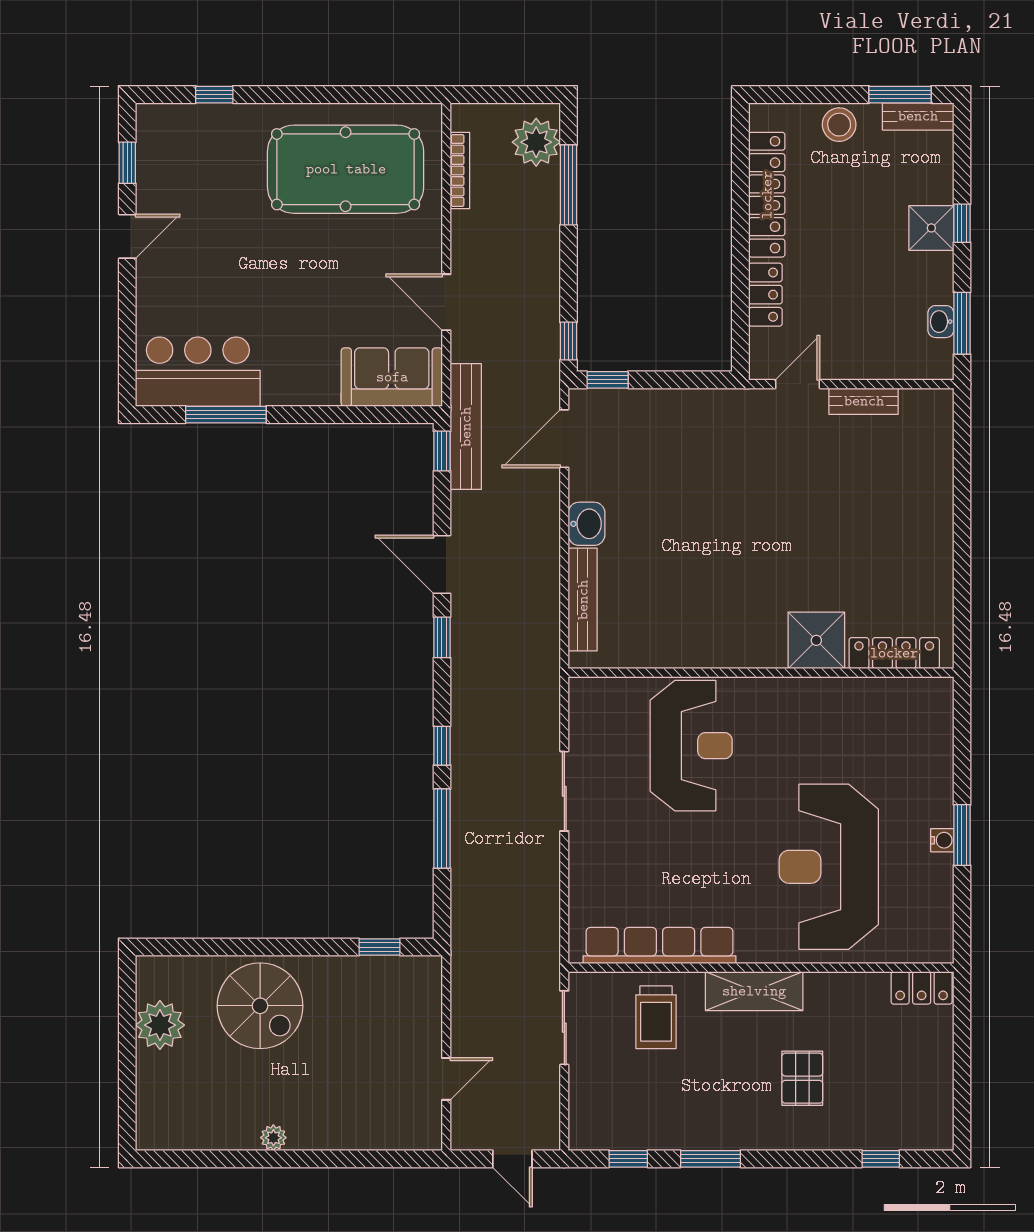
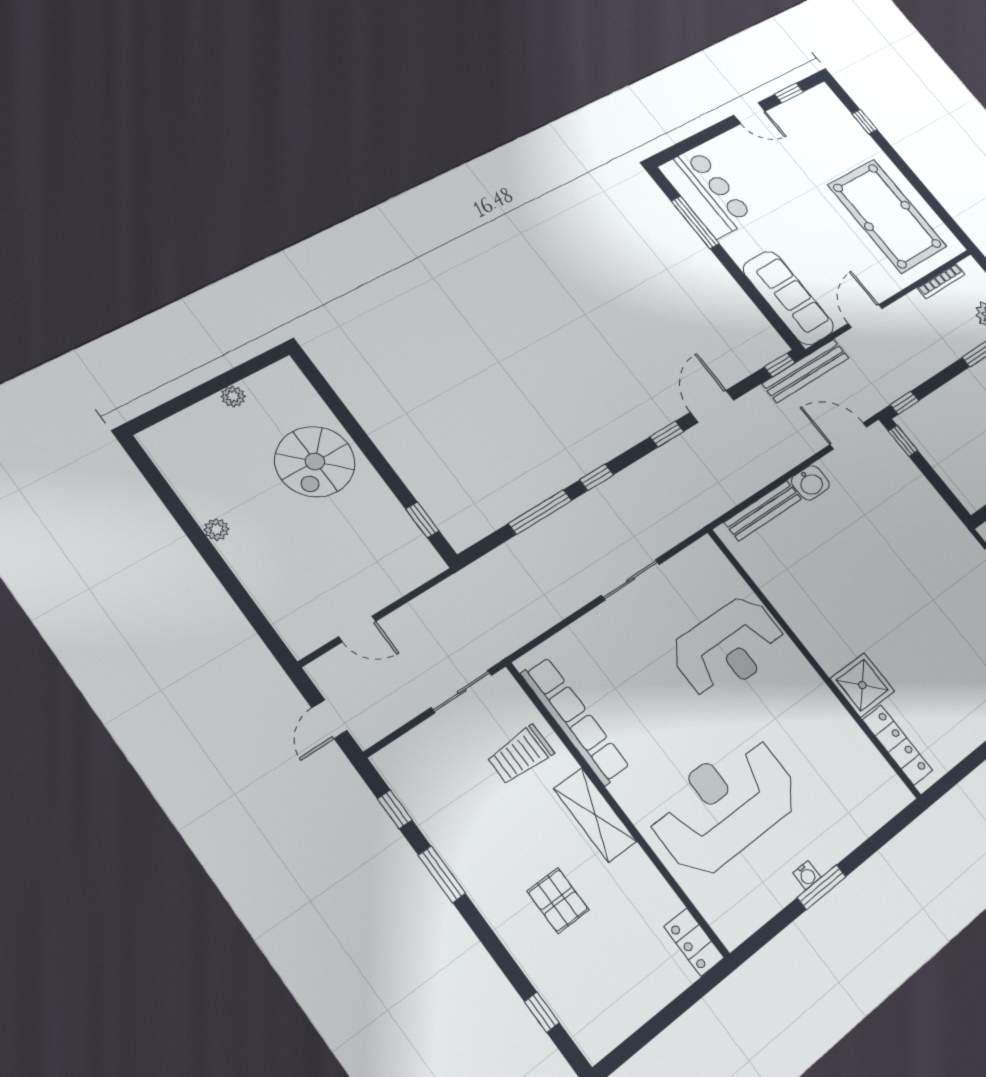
sofa: (392, 377) -> (788, 298), width x1.36
plant: (160, 1025) -> (233, 396), width x0.53, depth x0.53
pallet: (802, 1078) -> (558, 901), turned 90

